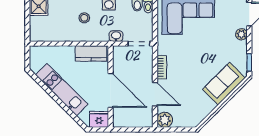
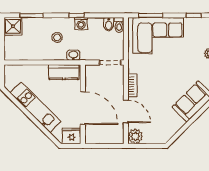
washbasin: (116, 36) -> (73, 55), moved

